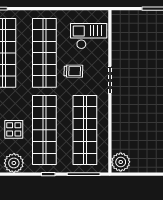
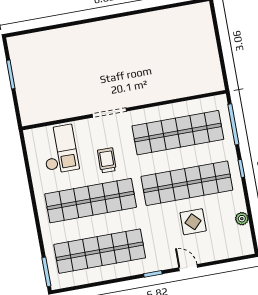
checkout: (89, 36) -> (60, 149), turned 180
plant: (121, 162) -> (210, 81), removed
plant: (14, 163) -> (242, 219), width x0.53, depth x0.53

